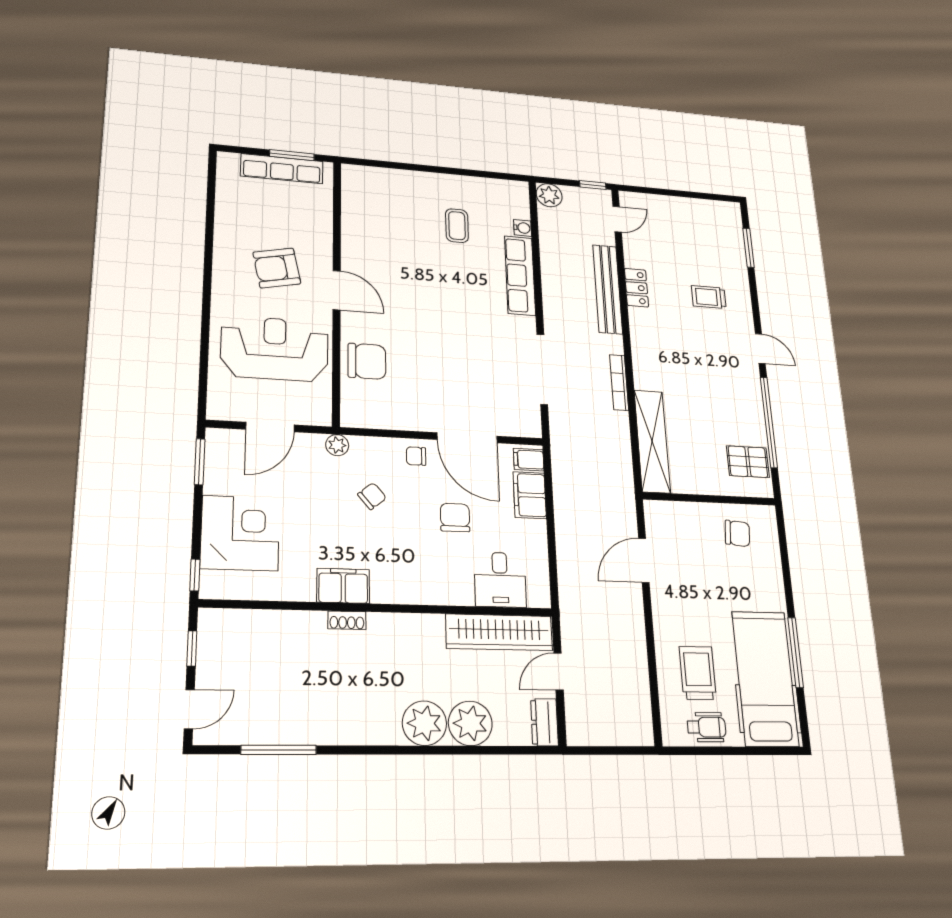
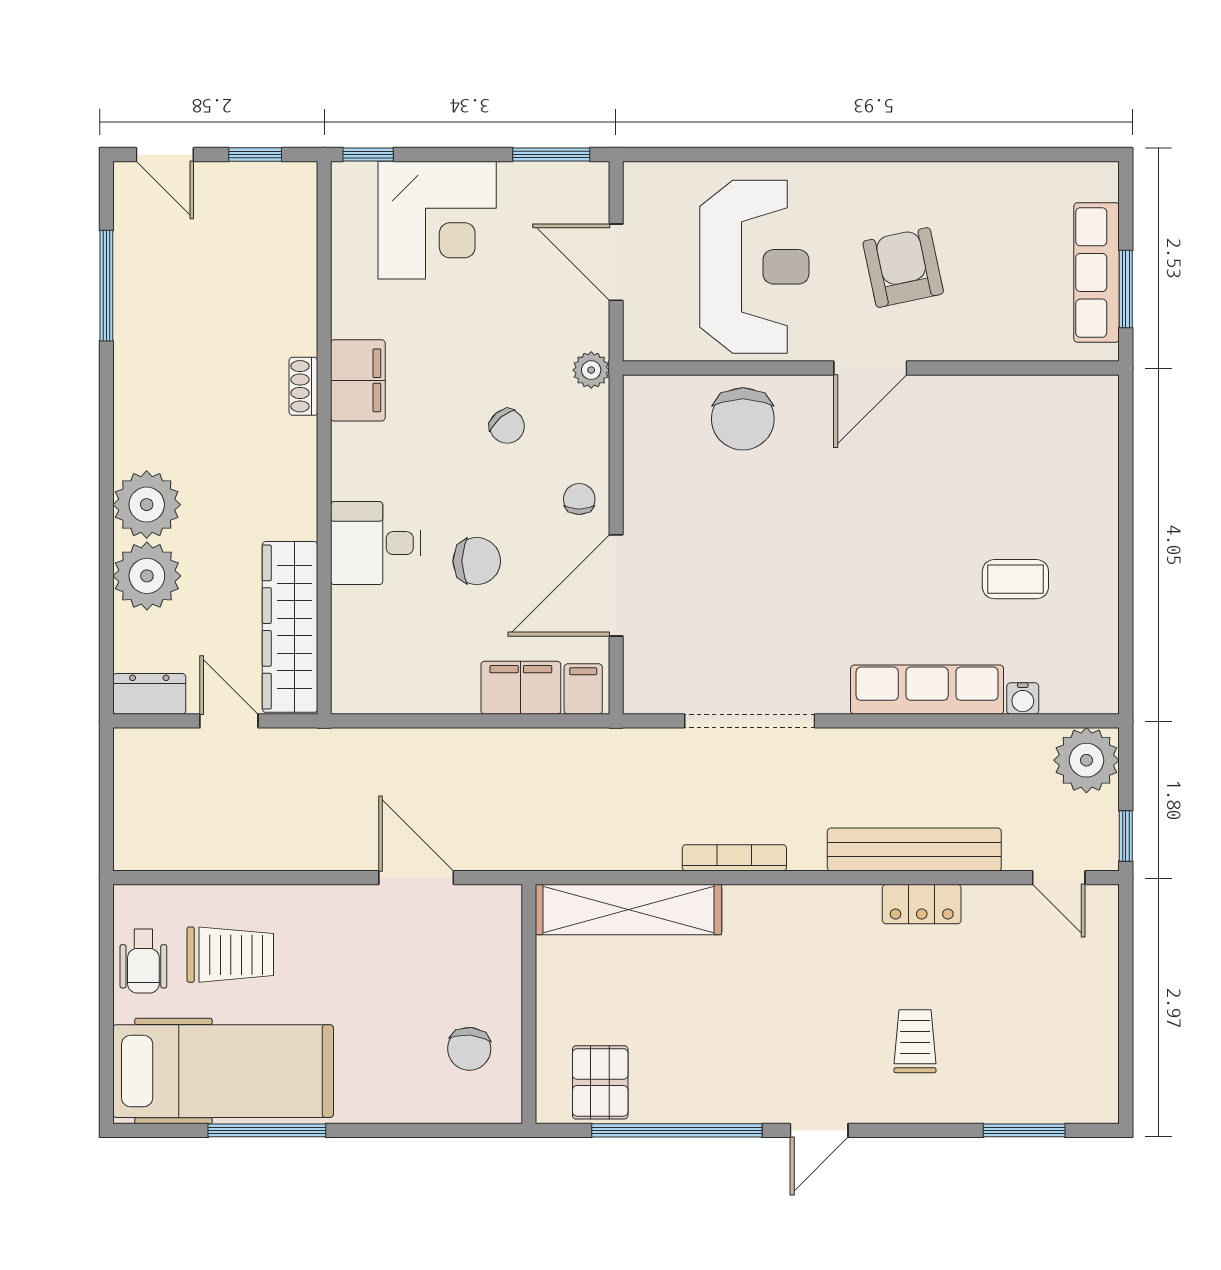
plant: (549, 195) -> (1086, 760), width x1.36, depth x1.36
desk: (500, 580) -> (376, 543), moved

